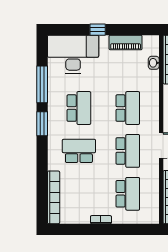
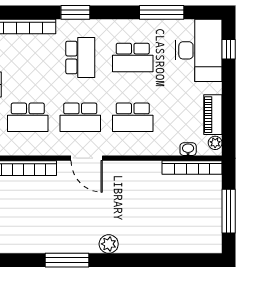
window: (98, 30) -> (229, 49), moved
plant: (149, 41) -> (215, 143), added
window: (42, 124) -> (75, 12), moved

